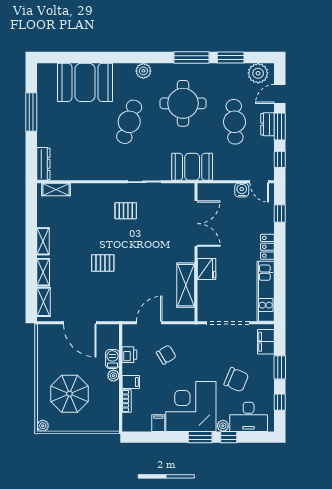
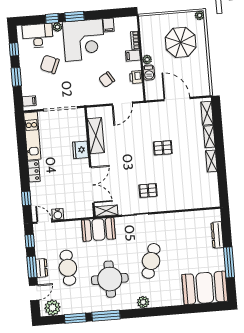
booth: (85, 82) -> (205, 288), moved
dresser: (43, 164) -> (217, 235), moved
shelving: (56, 190) -> (106, 211), moved
double door: (196, 224) -> (92, 185), swing flipped
filing cabinet: (266, 342) -> (29, 101), width x0.50

